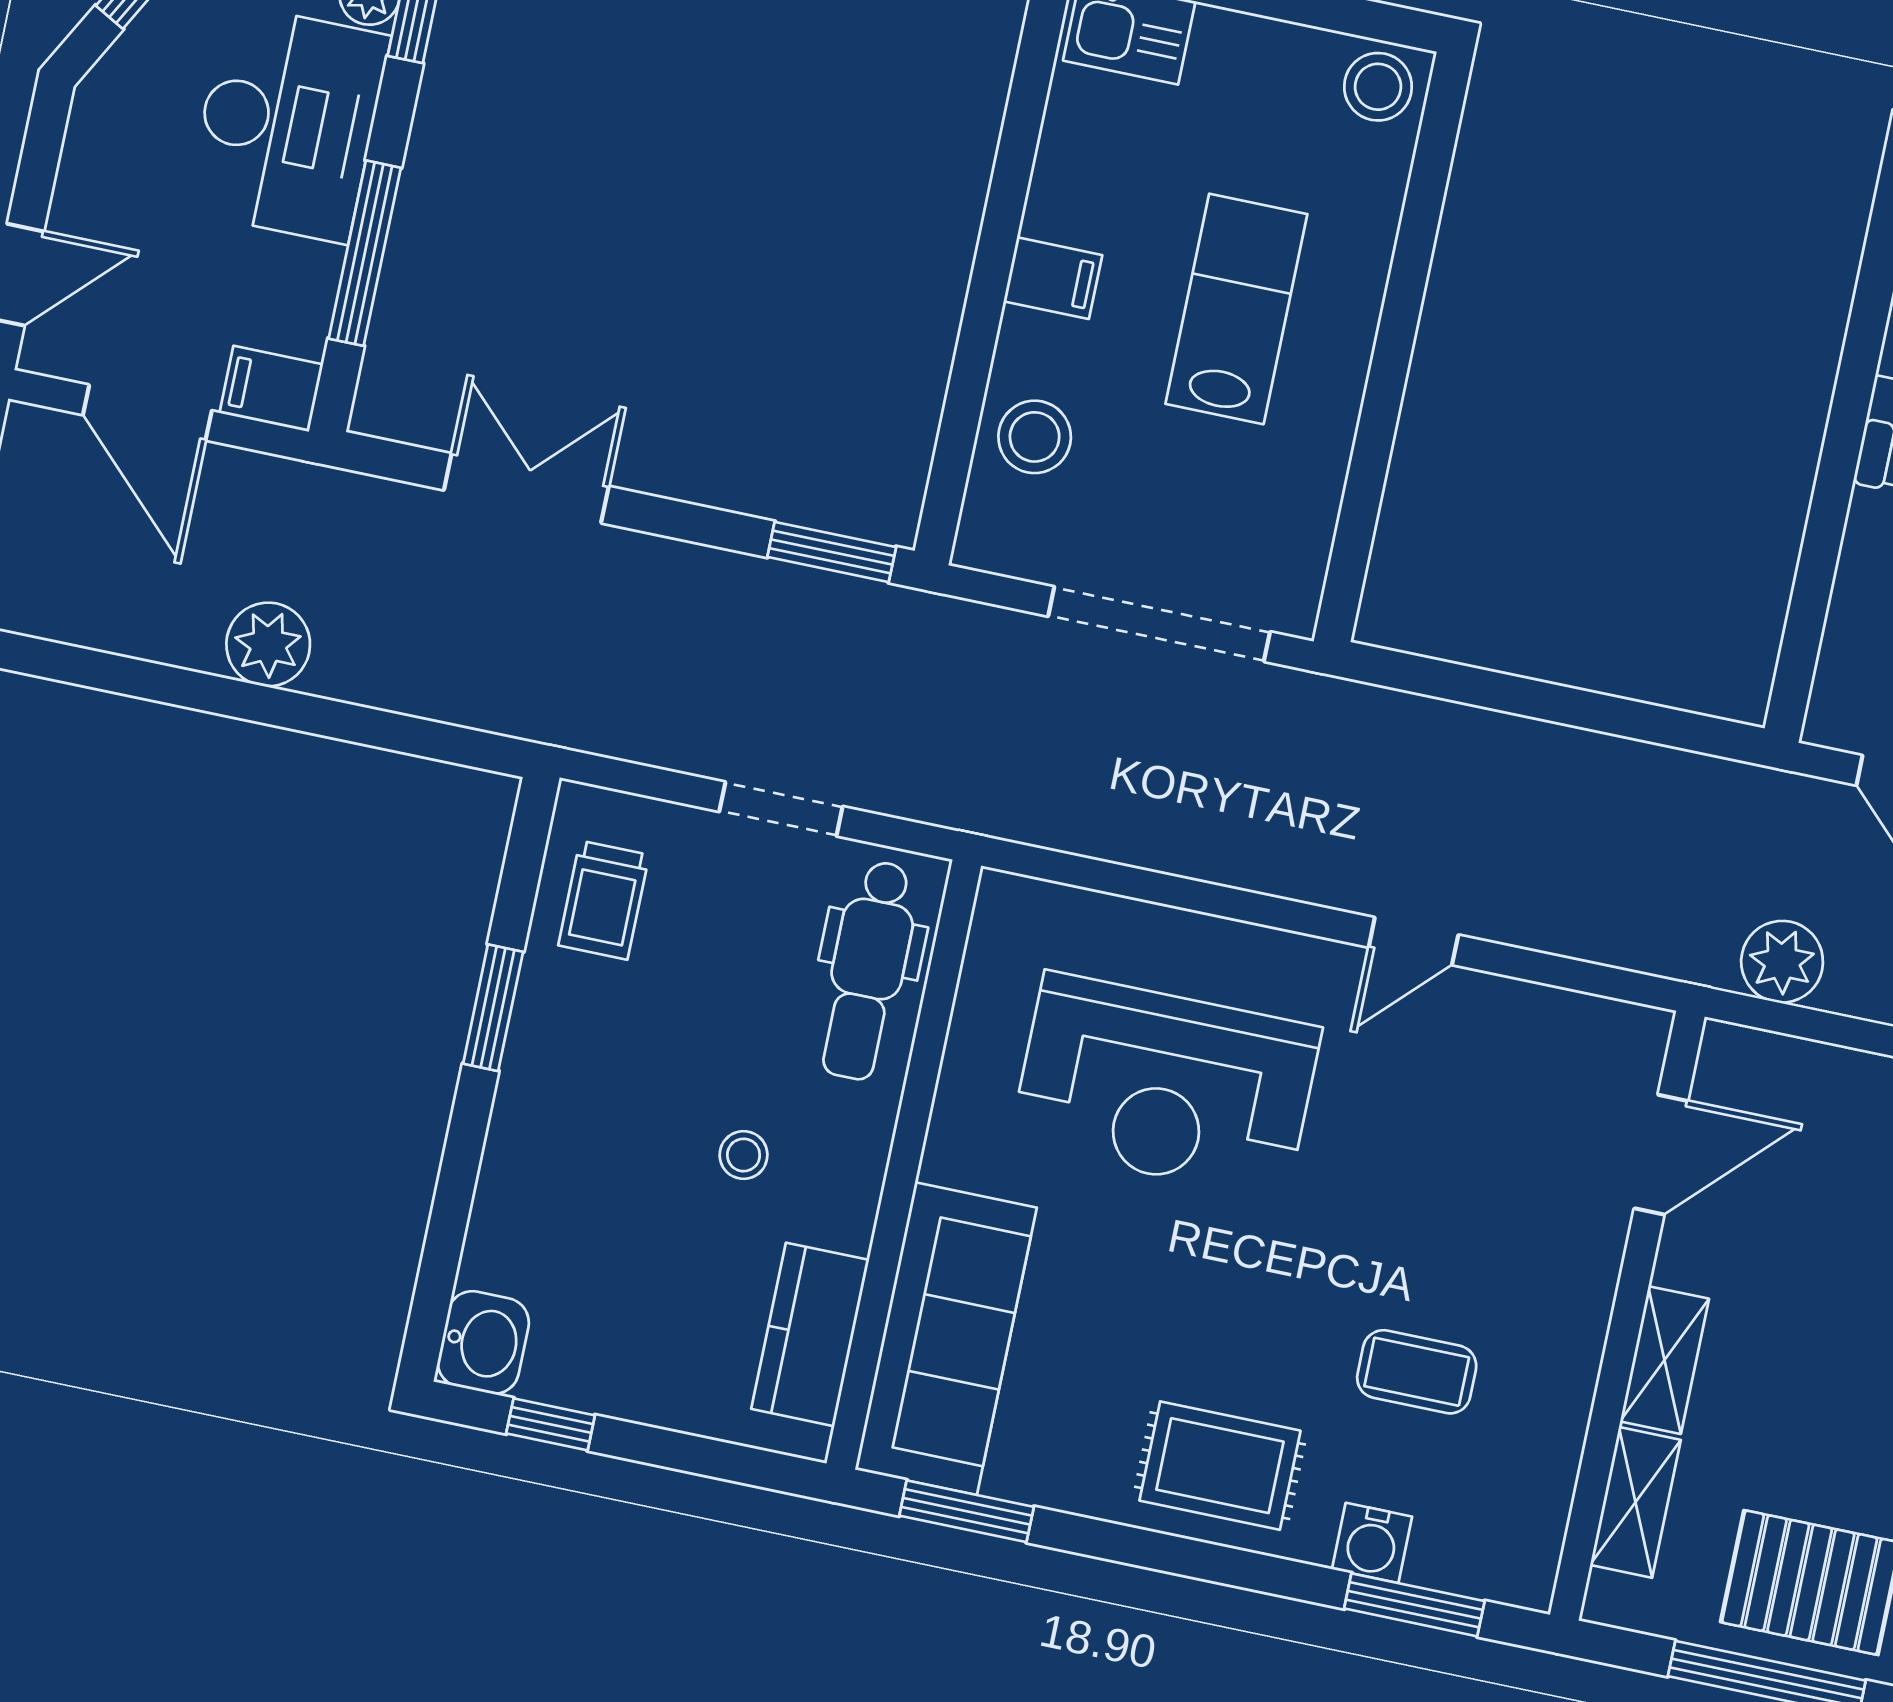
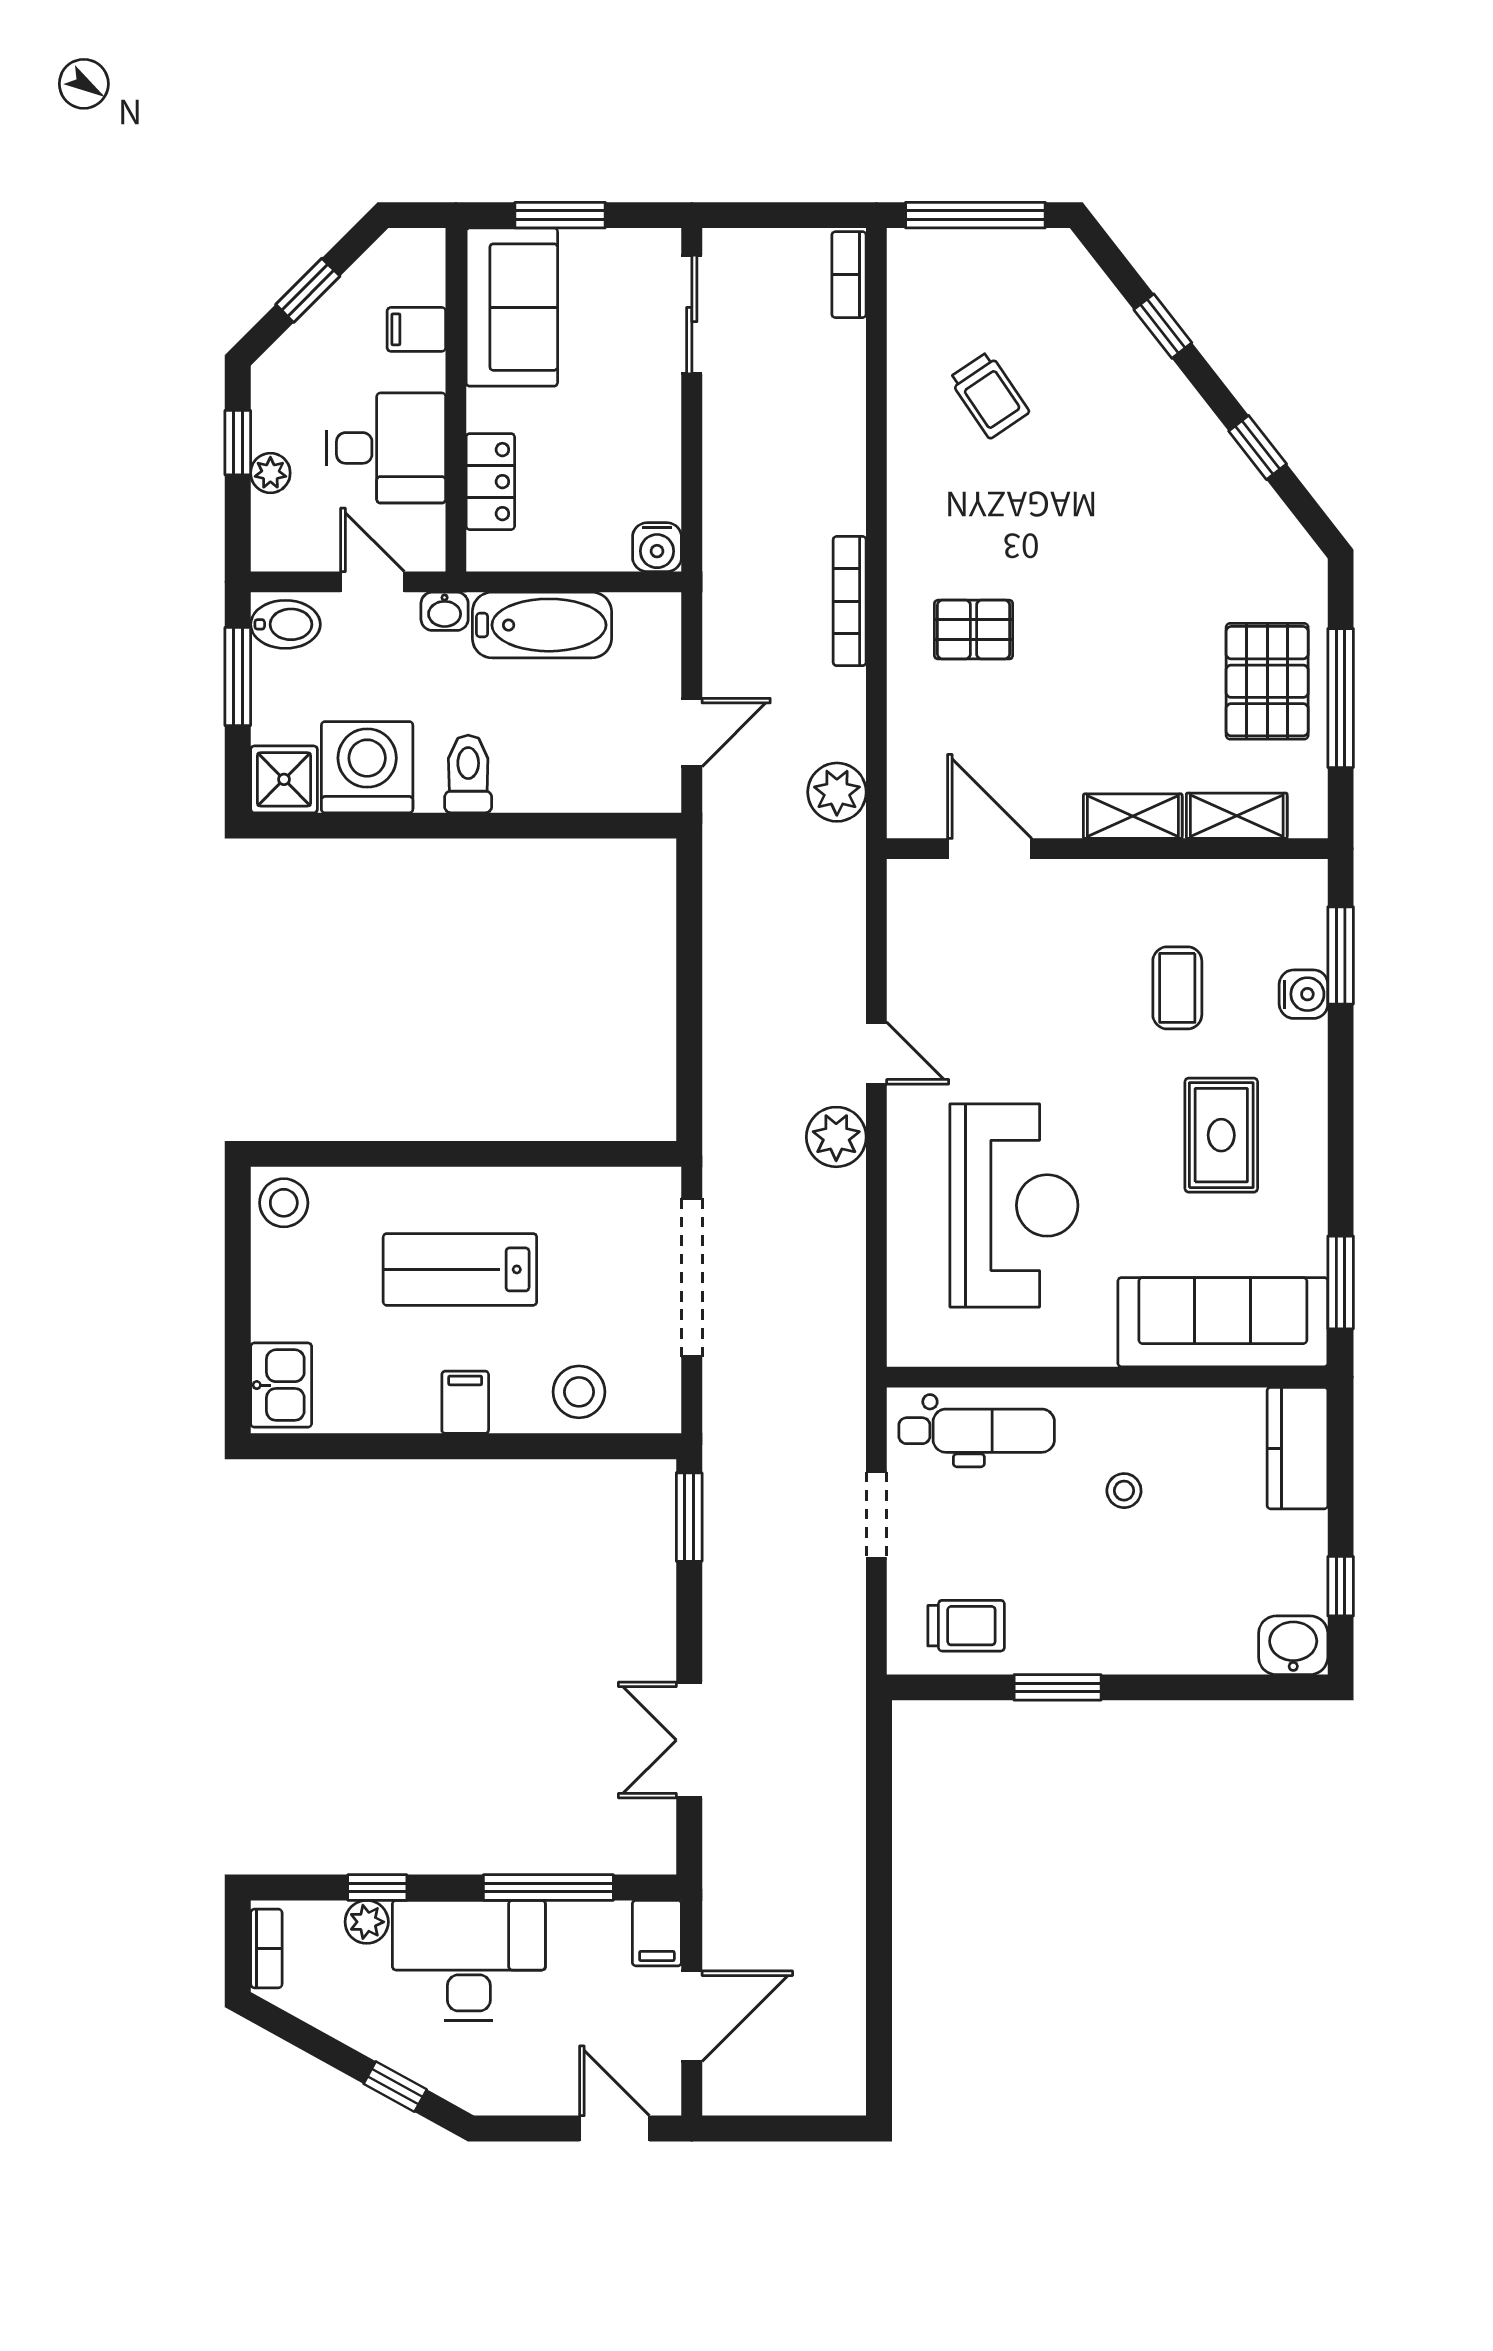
plant: (268, 644) -> (836, 1137), moved
kitchen counter: (810, 1334) -> (1297, 1448), moved, turned 90
rug: (1220, 1466) -> (1221, 1135), moved

